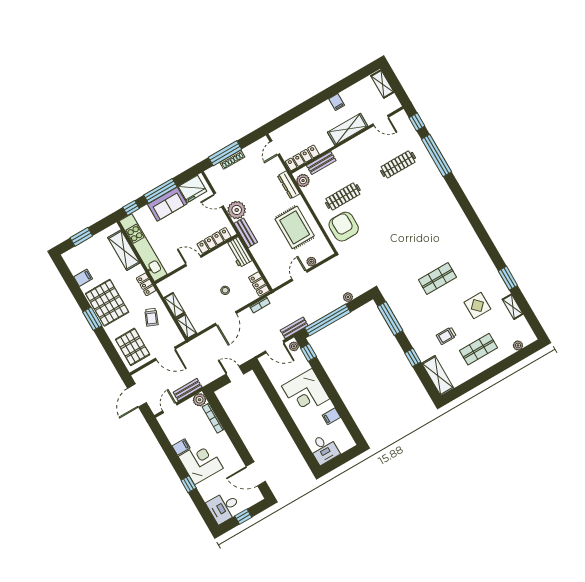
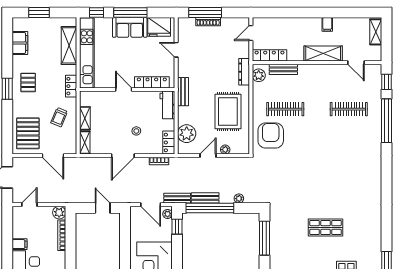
plant: (237, 210) -> (187, 134), moved
filing cabinet: (83, 278) -> (20, 43), width x2.00
pallet: (107, 303) -> (28, 82), width x0.49, depth x0.50
bench: (188, 390) -> (205, 198), moved

